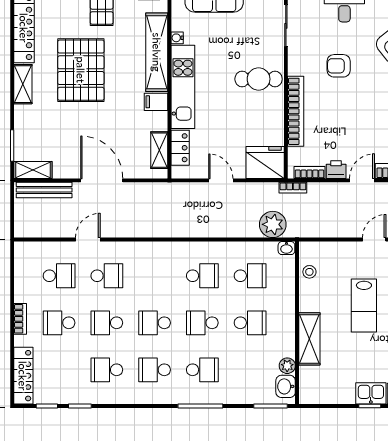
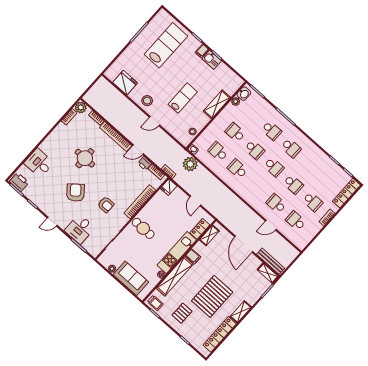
fridge: (265, 162) -> (169, 187), width x0.53, depth x0.75
school desk: (107, 370) -> (310, 165), removed
school desk: (202, 370) -> (272, 131), turned 180

